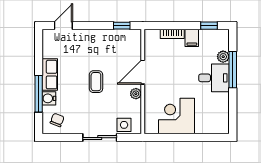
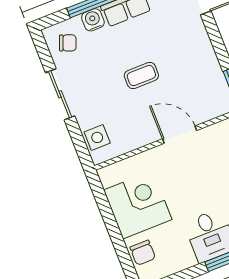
plant: (136, 94) -> (146, 137), removed
chair: (208, 125) -> (143, 253), added
sliding door: (100, 138) -> (60, 94), moved

